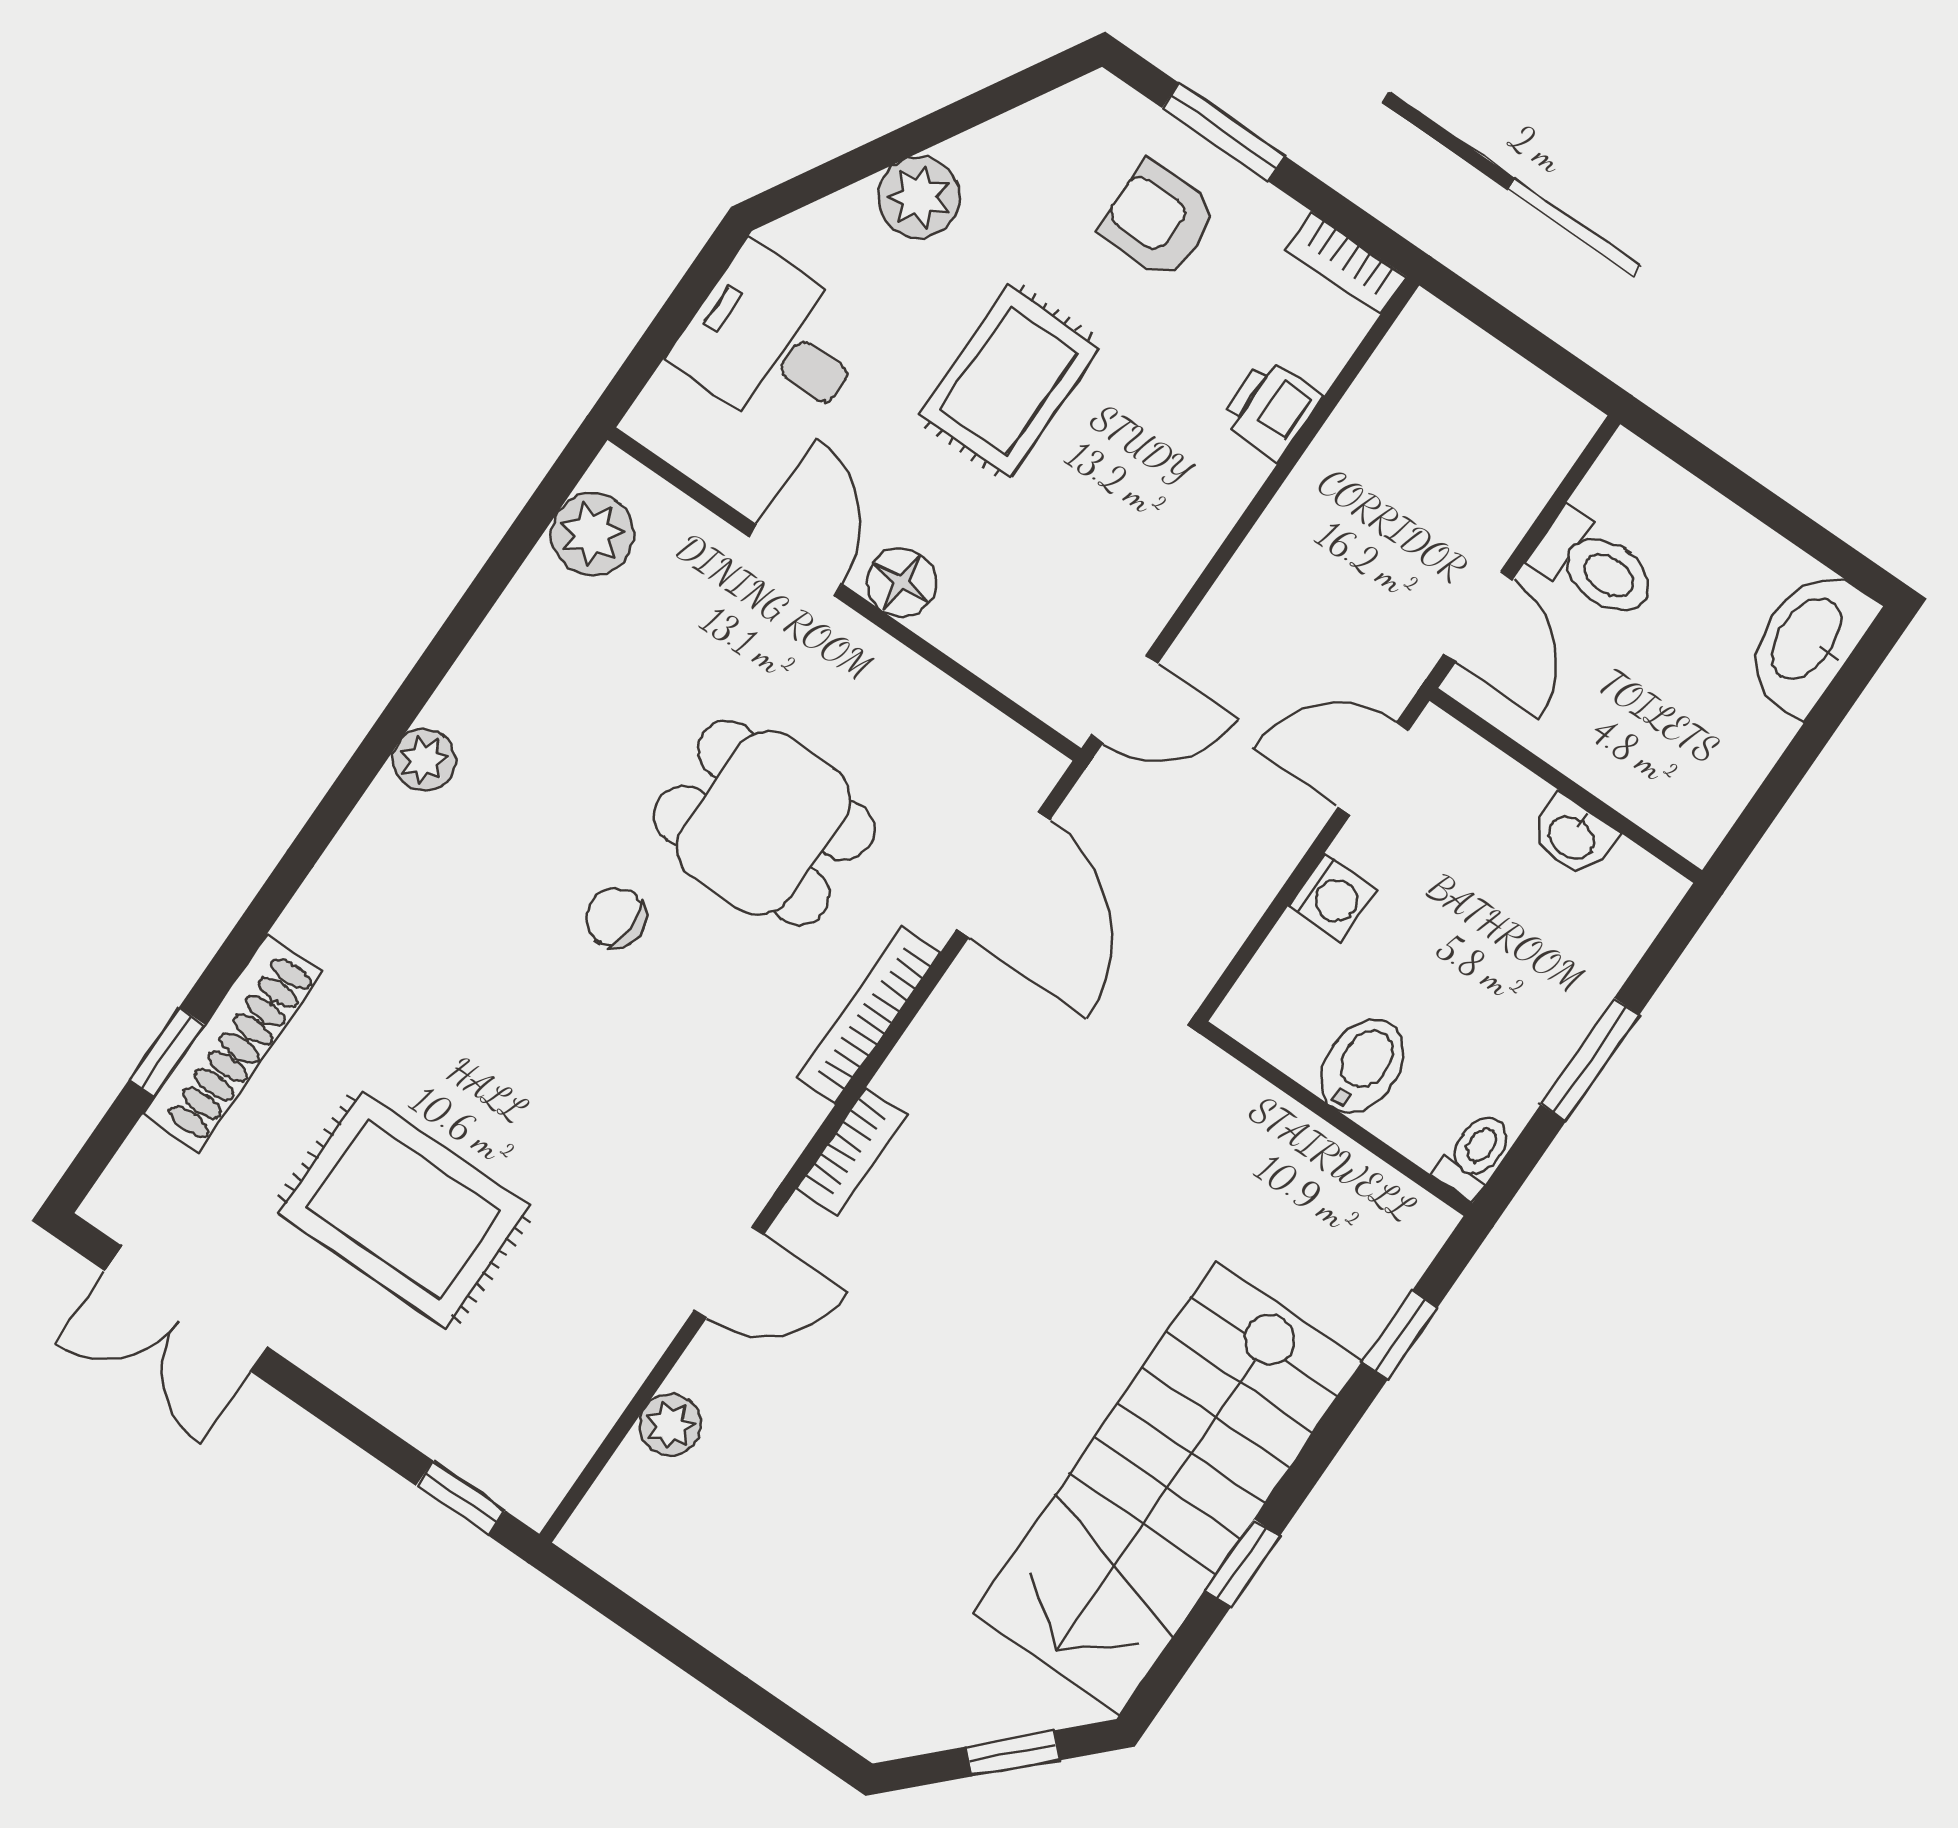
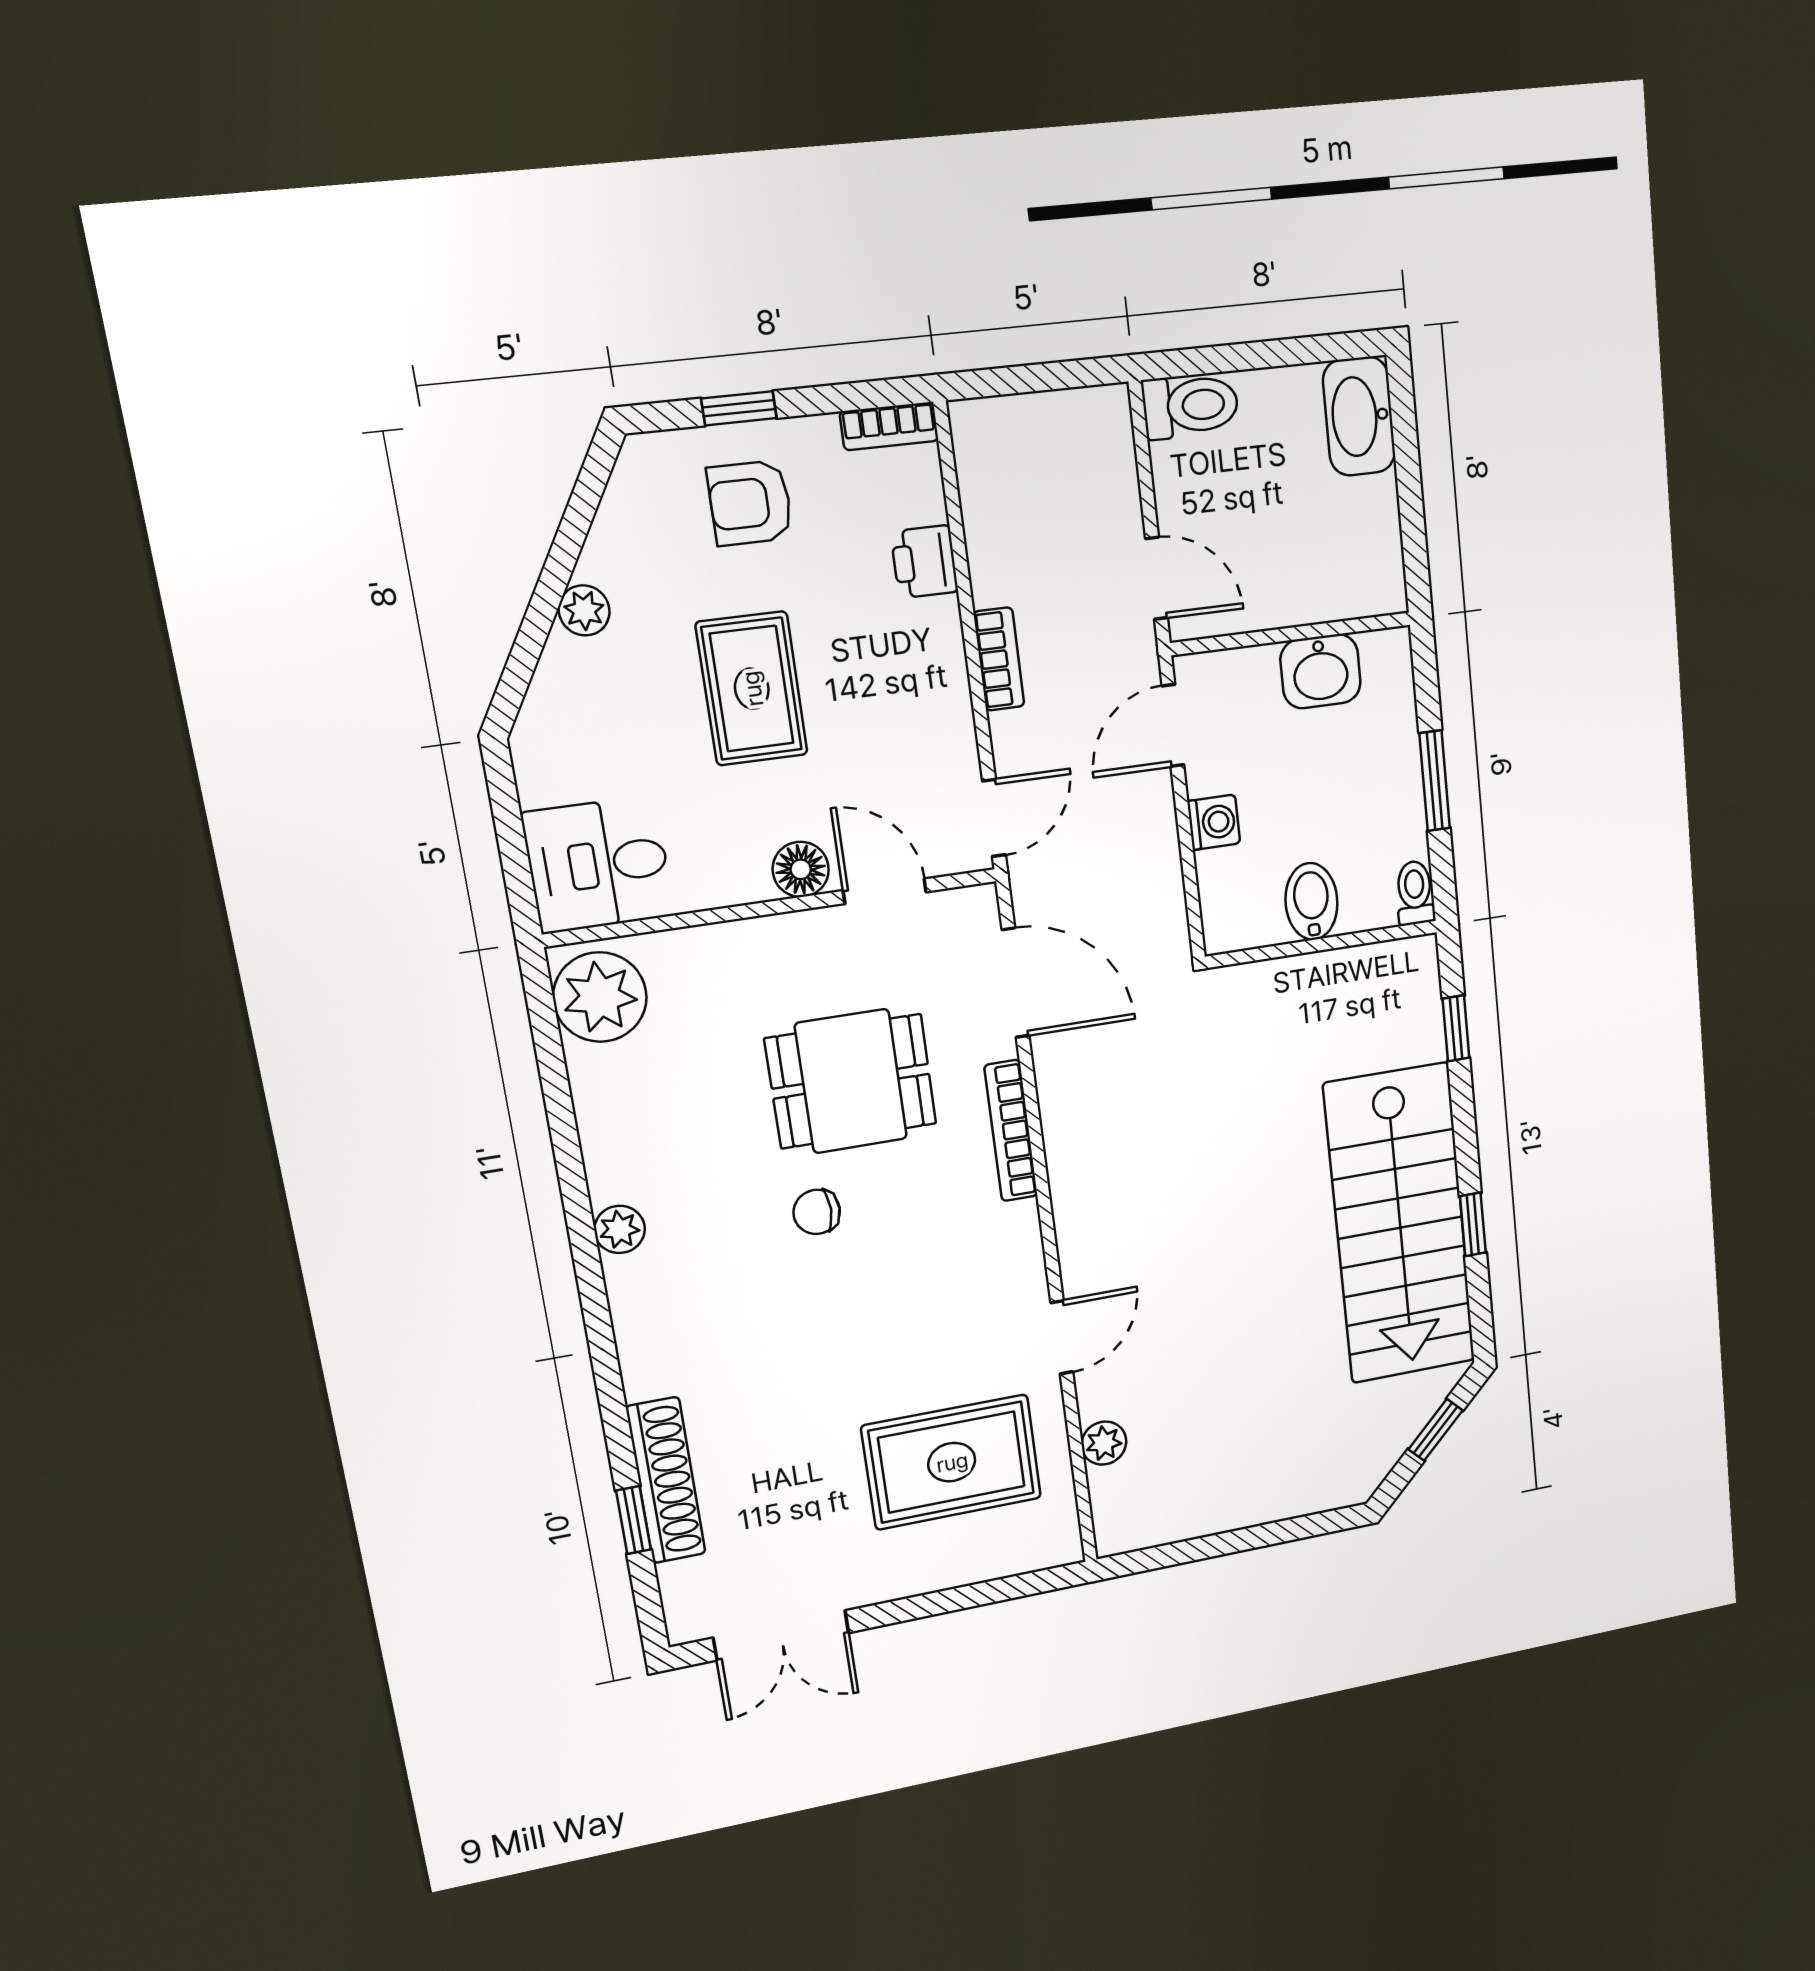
window: (1223, 132) -> (739, 408), width x0.67
plant: (919, 197) -> (584, 610), width x0.73, depth x0.73
desk: (772, 343) -> (598, 865), moved
plant: (592, 534) -> (600, 997), width x1.36, depth x1.36
door: (795, 560) -> (885, 891), moved
toilet: (1595, 566) -> (1190, 406), moved
washbasin: (1572, 836) -> (1320, 671), width x1.38, depth x1.45
bookcase: (852, 1151) -> (999, 659), moved
rug: (404, 1210) -> (952, 1462), moved
window: (461, 1498) -> (1026, 1585), removed

